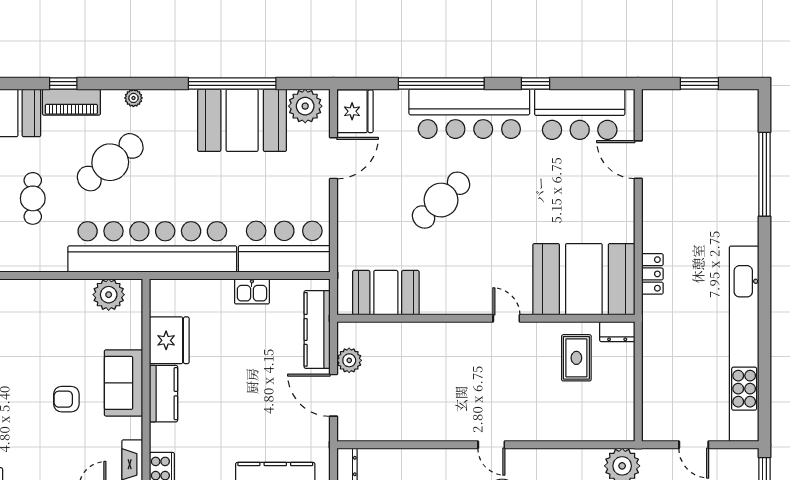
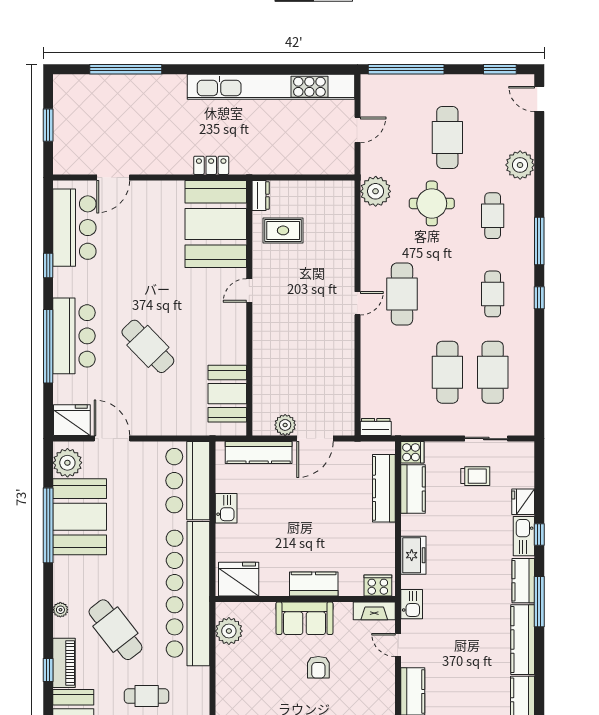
bar counter: (469, 114) -> (74, 336), width x0.73
fridge: (169, 340) -> (239, 579), moved

